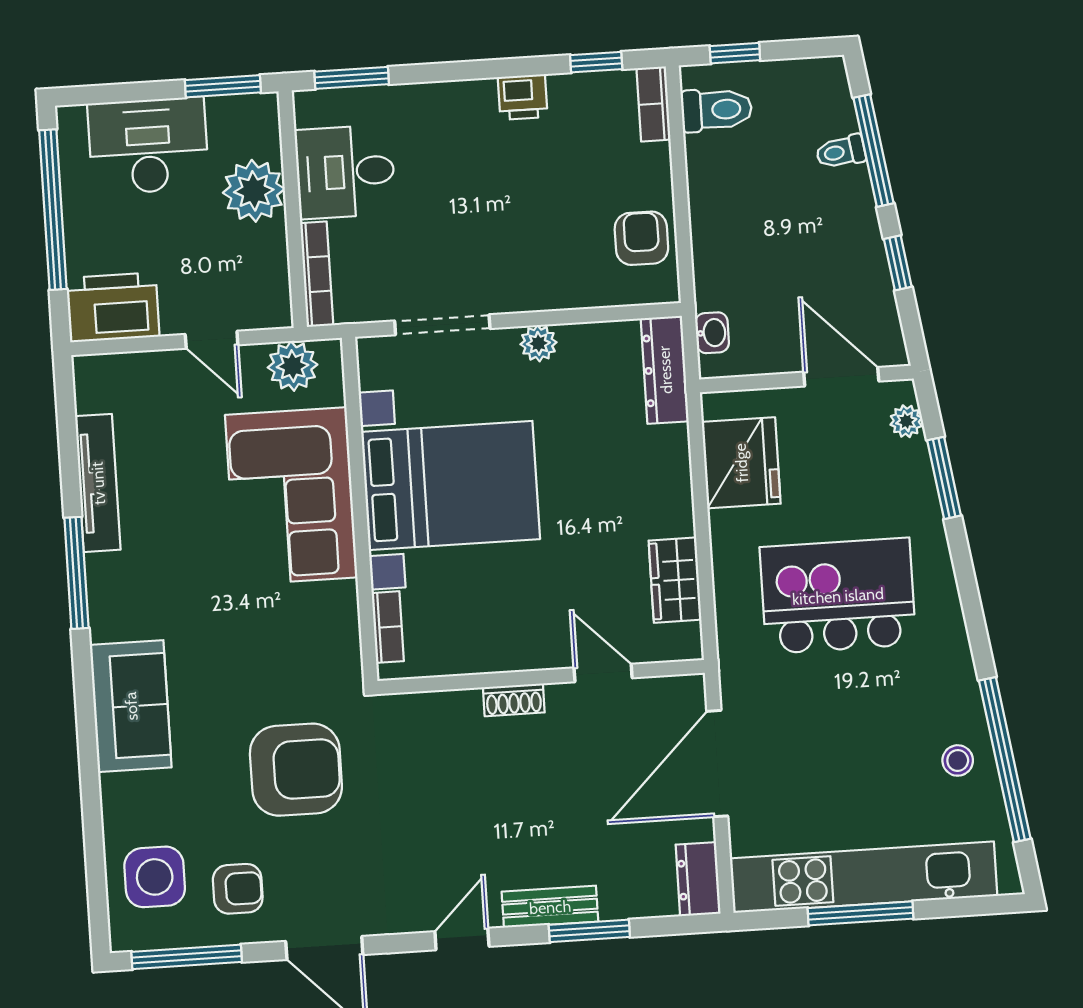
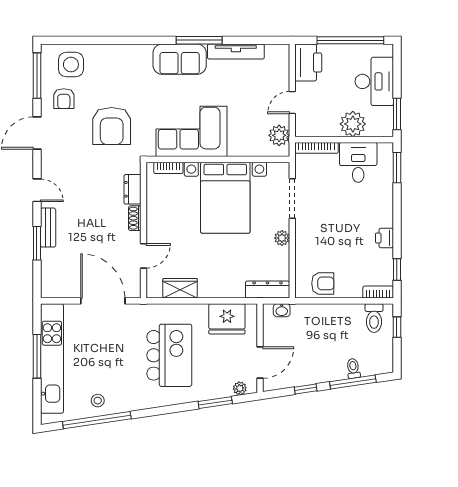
corner sofa: (291, 496) -> (192, 131), moved
sofa: (131, 706) -> (180, 59), moved
dresser: (698, 879) -> (132, 189), moved, turned -90

